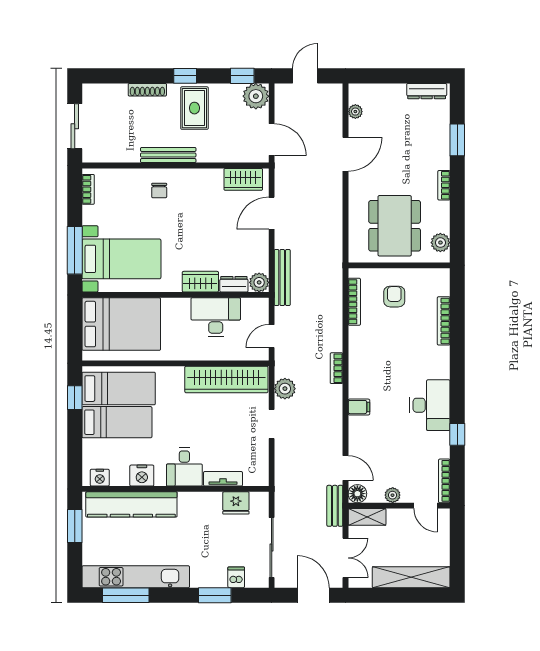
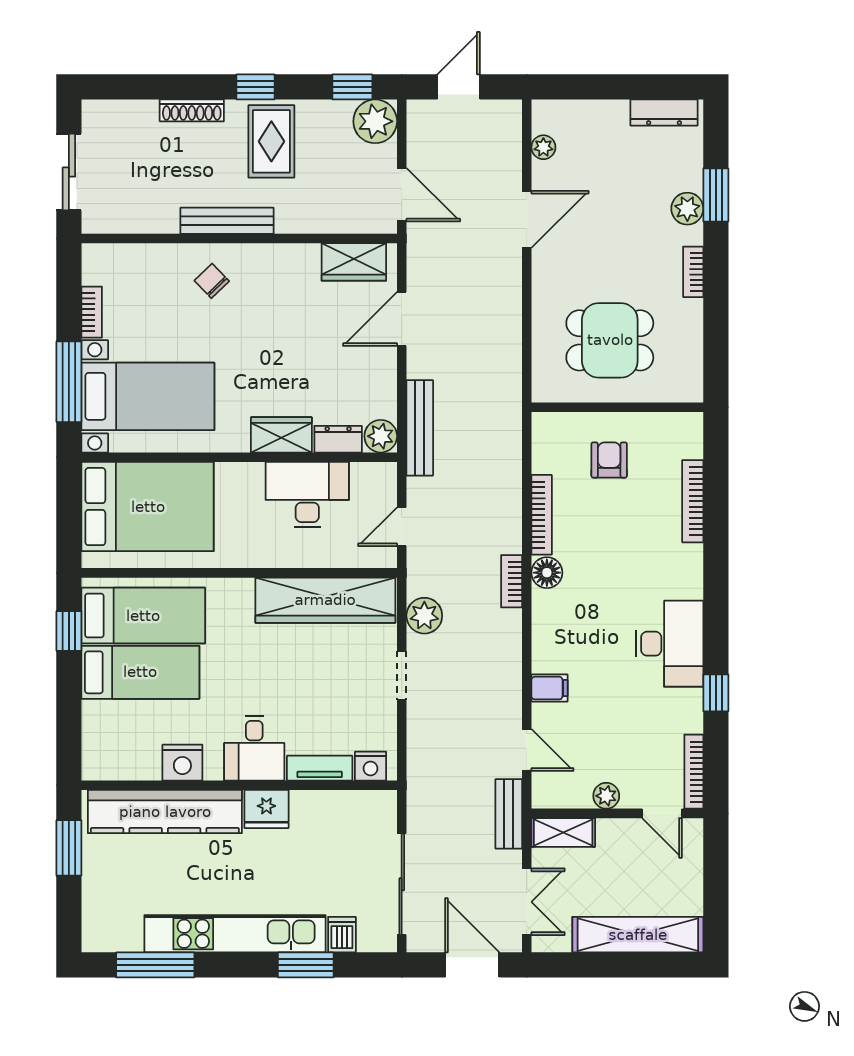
bookcase: (88, 189) -> (92, 312), moved
chair: (159, 191) -> (212, 281), turned 136
dining table: (395, 226) -> (610, 340), width x0.73
plant: (440, 243) -> (687, 209), moved
bookcase: (354, 302) -> (542, 515), moved
filing cabinet: (359, 407) -> (549, 688), moved
nightstand: (100, 478) -> (371, 766), moved
floor lamp: (357, 494) -> (547, 573), moved
fridge: (236, 503) -> (266, 809), moved
kitchen unit: (136, 577) -> (235, 934), moved

